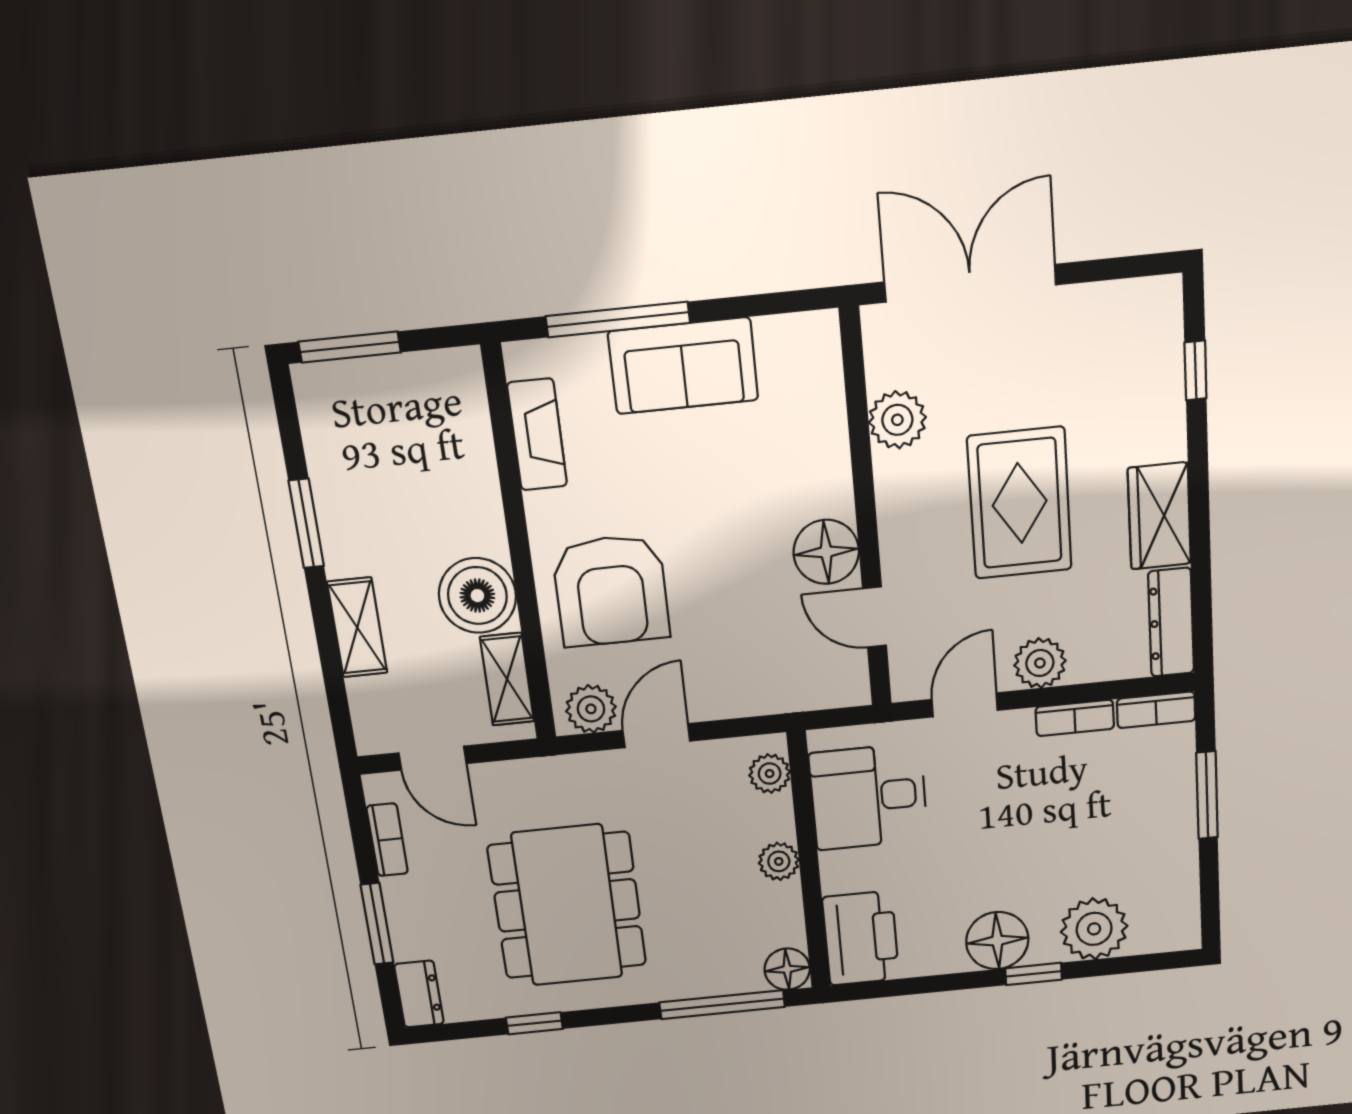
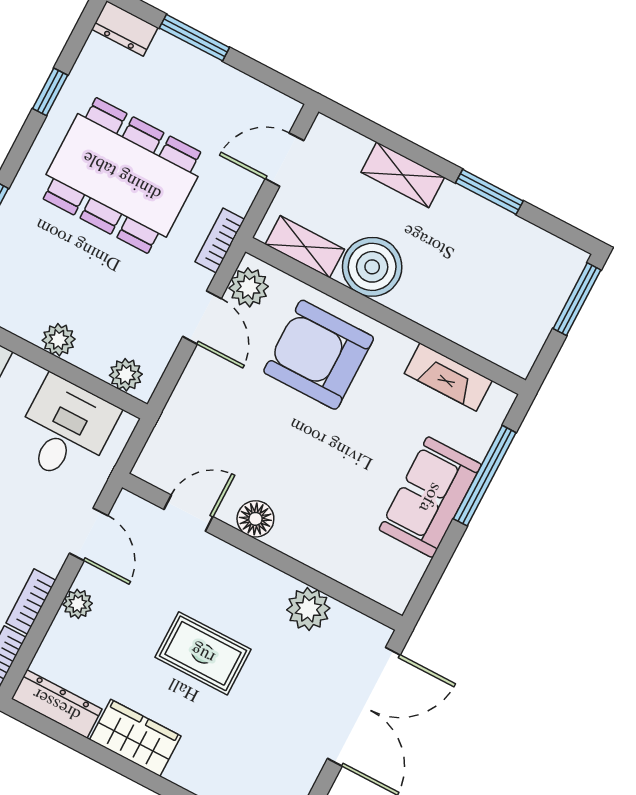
rug: (1020, 503) -> (203, 653), width x0.73, depth x0.70
floor lamp: (826, 552) -> (255, 519), width x0.73, depth x0.73
plant: (1040, 663) -> (78, 604), width x0.73, depth x0.73
bookcase: (387, 840) -> (220, 240), moved, turned 90

